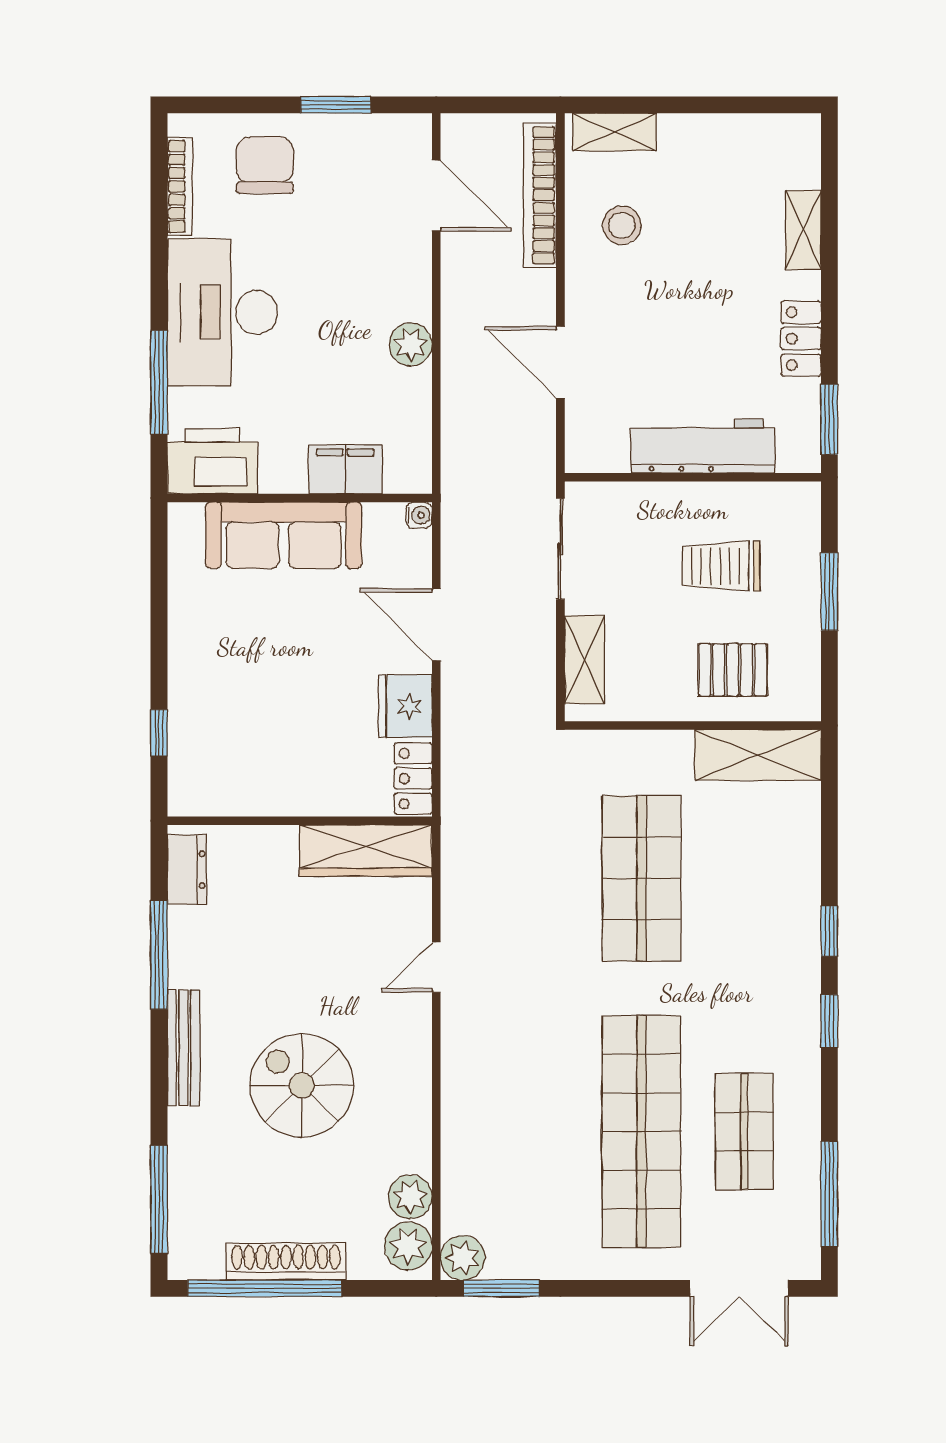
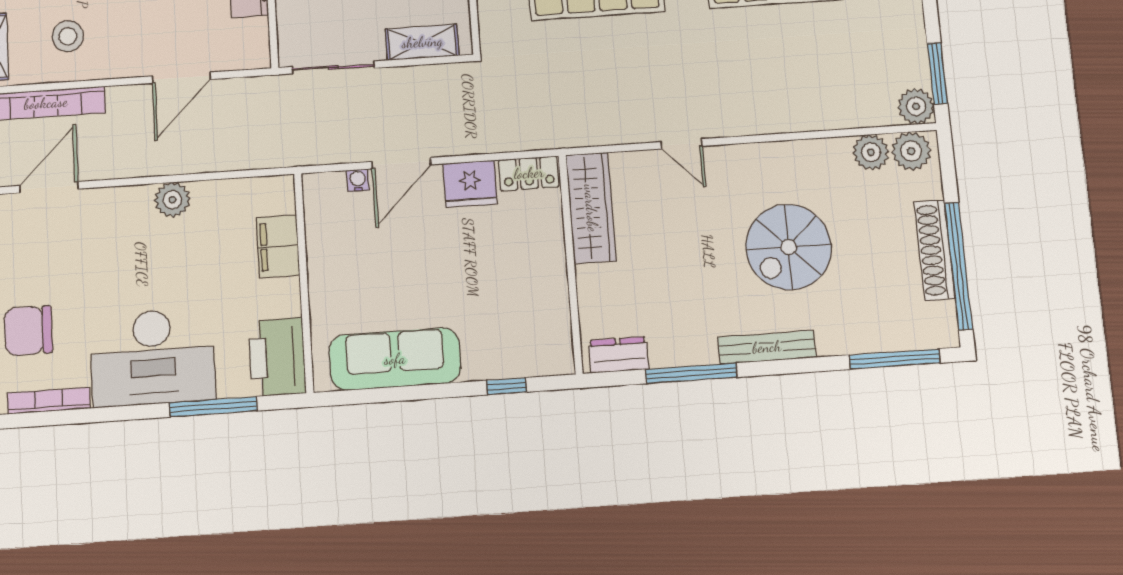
water cooler: (419, 515) -> (358, 180), moved
sofa: (284, 535) -> (395, 359), moved, turned -90

